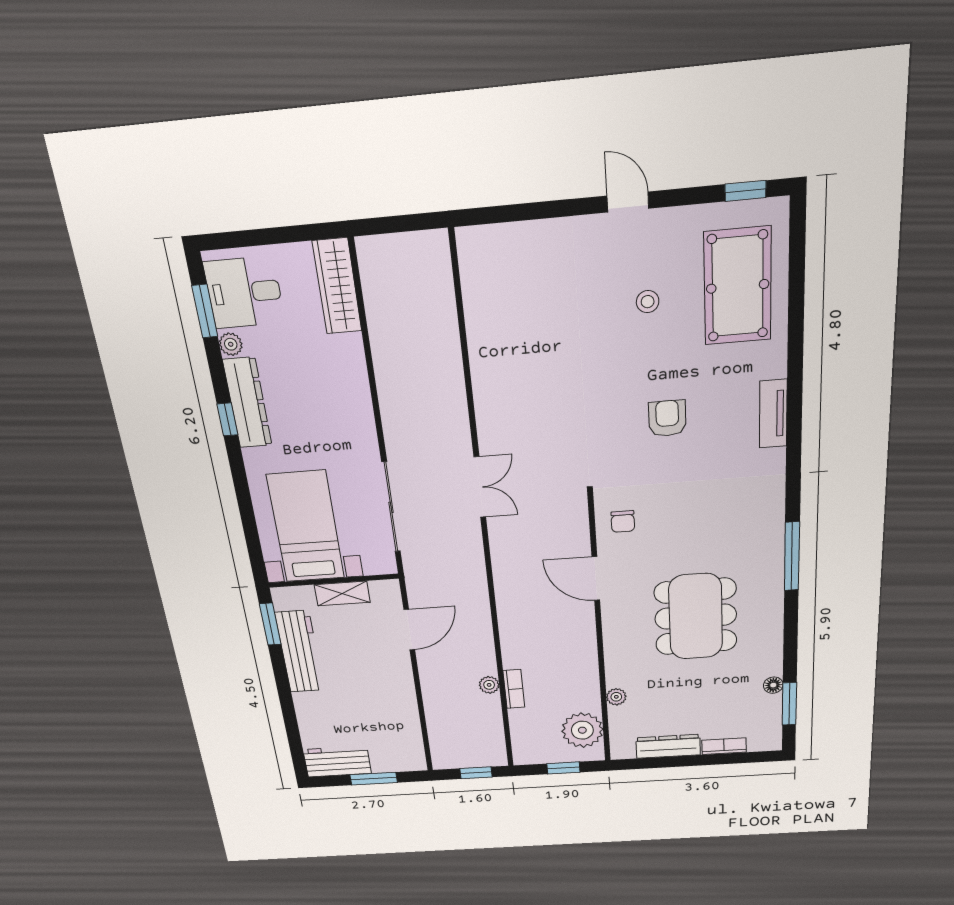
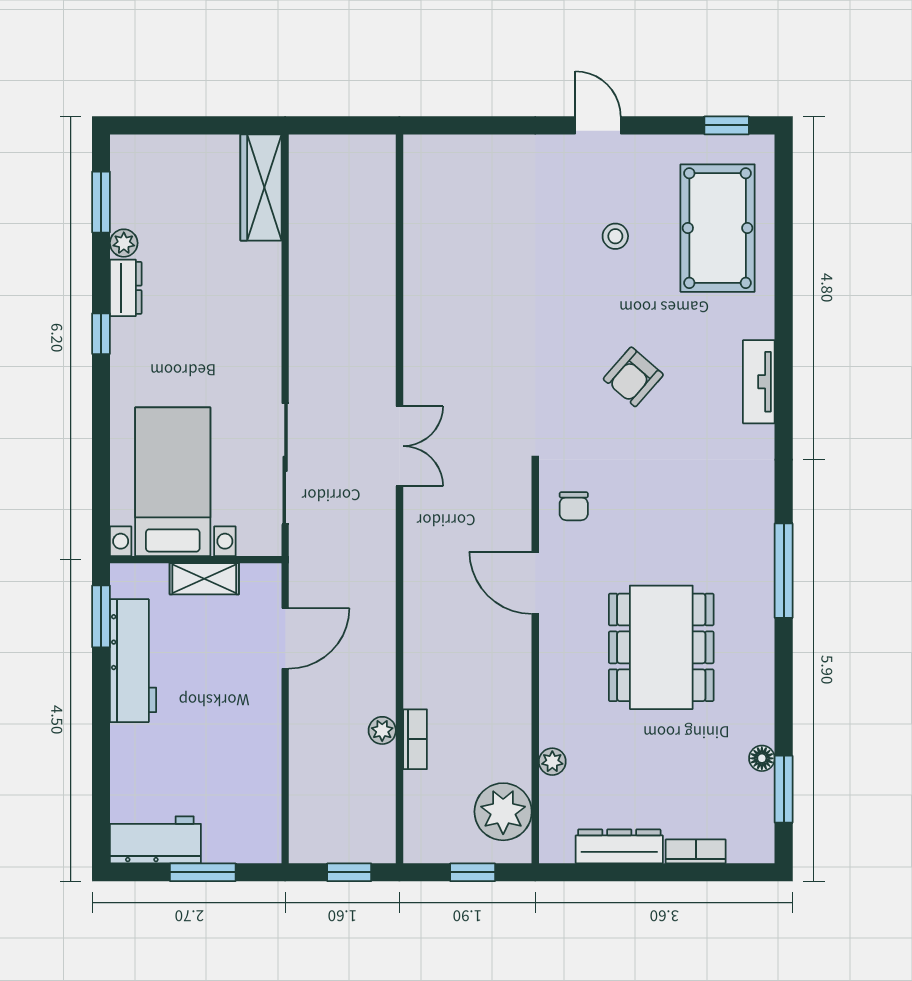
desk: (244, 292) -> (152, 185), removed
dresser: (247, 403) -> (126, 288), width x0.51, depth x0.80
armchair: (667, 418) -> (633, 377), turned -139

